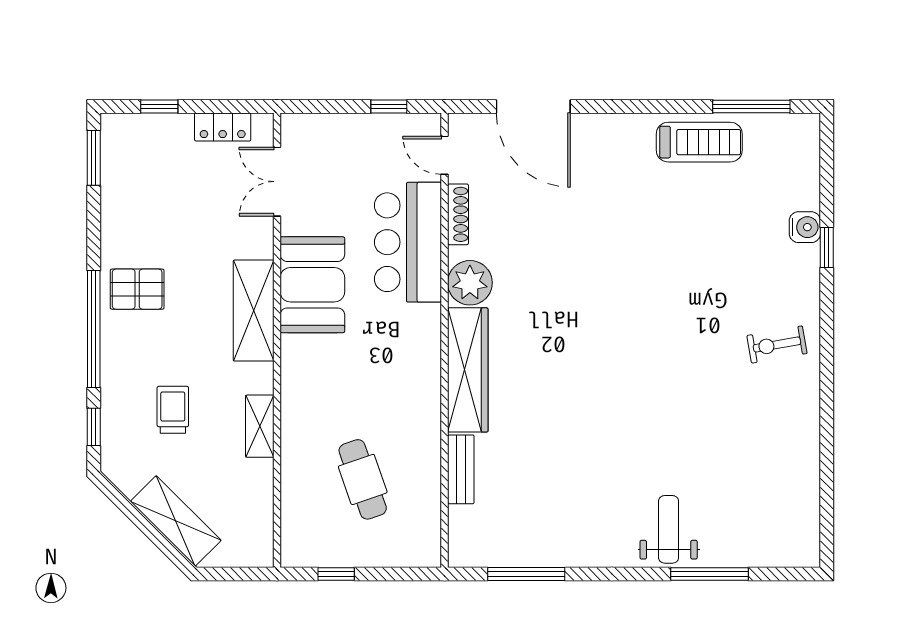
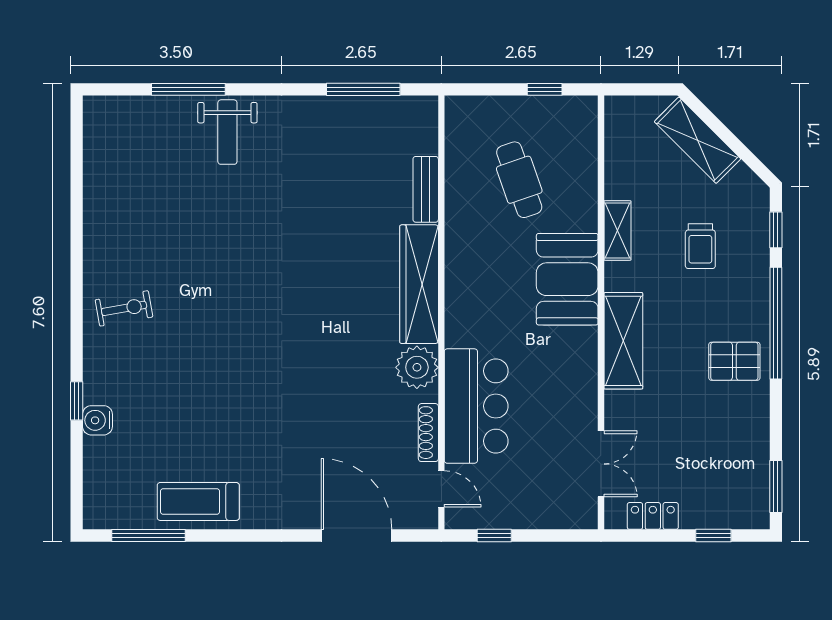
booth: (312, 285) -> (567, 279), moved

